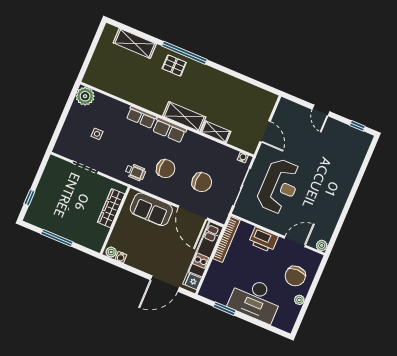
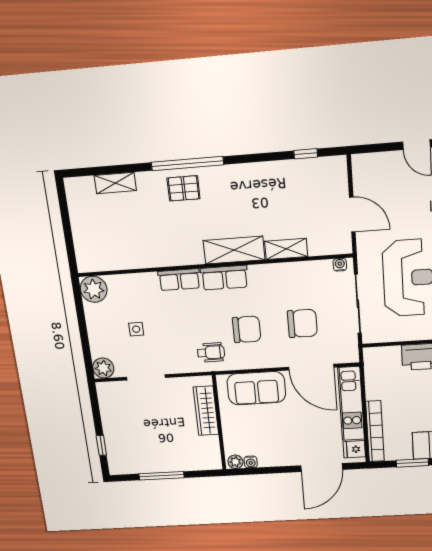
shelving: (135, 43) -> (115, 183), width x0.67, depth x0.75
window: (256, 83) -> (306, 154), added
plant: (61, 148) -> (103, 368), added
bookcase: (226, 239) -> (375, 431), moved

